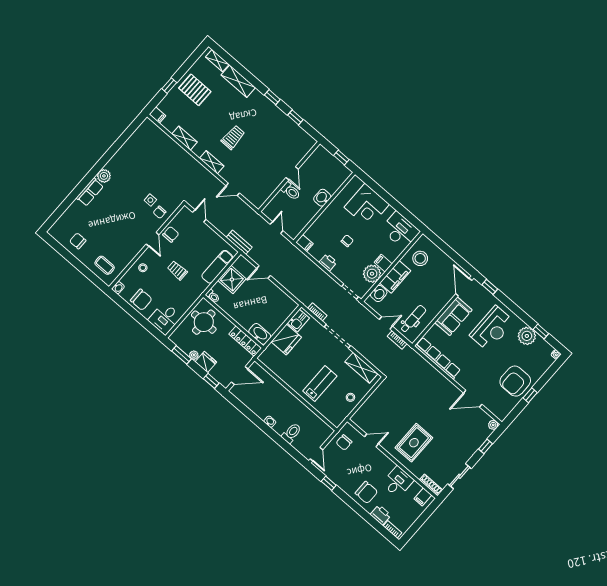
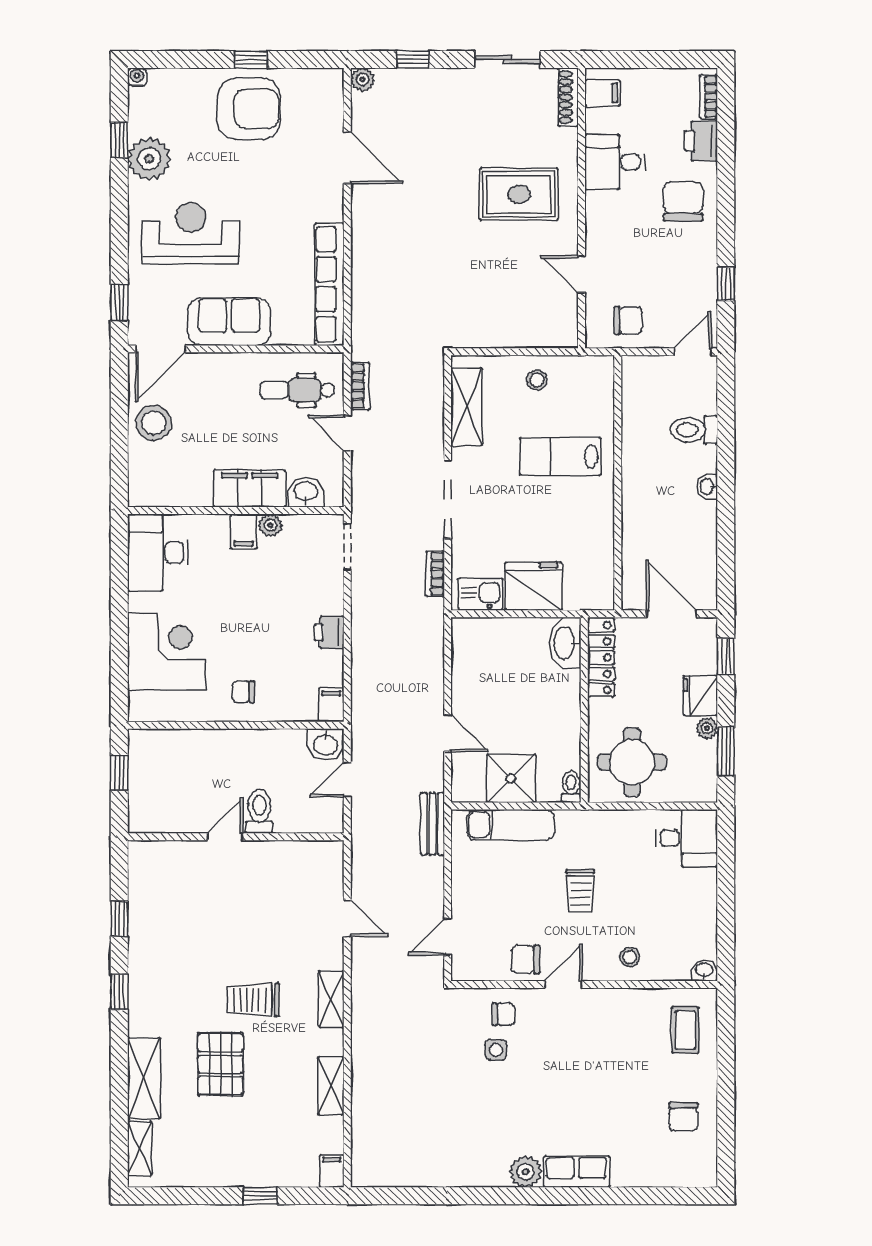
pallet: (195, 90) -> (220, 1064), moved
washbasin: (322, 198) -> (325, 744), moved
chair: (347, 241) -> (243, 692), moved
stool: (420, 258) -> (154, 423), moved
plant: (372, 274) -> (270, 525), width x0.53, depth x0.53
chair: (141, 300) -> (690, 910), removed

